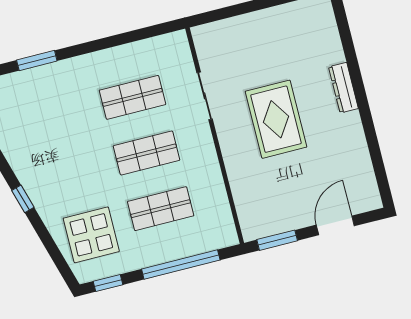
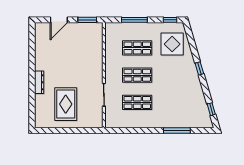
window: (37, 61) -> (177, 130), width x1.44
rug: (276, 119) -> (66, 104), moved
window: (181, 265) -> (134, 20), width x0.68

